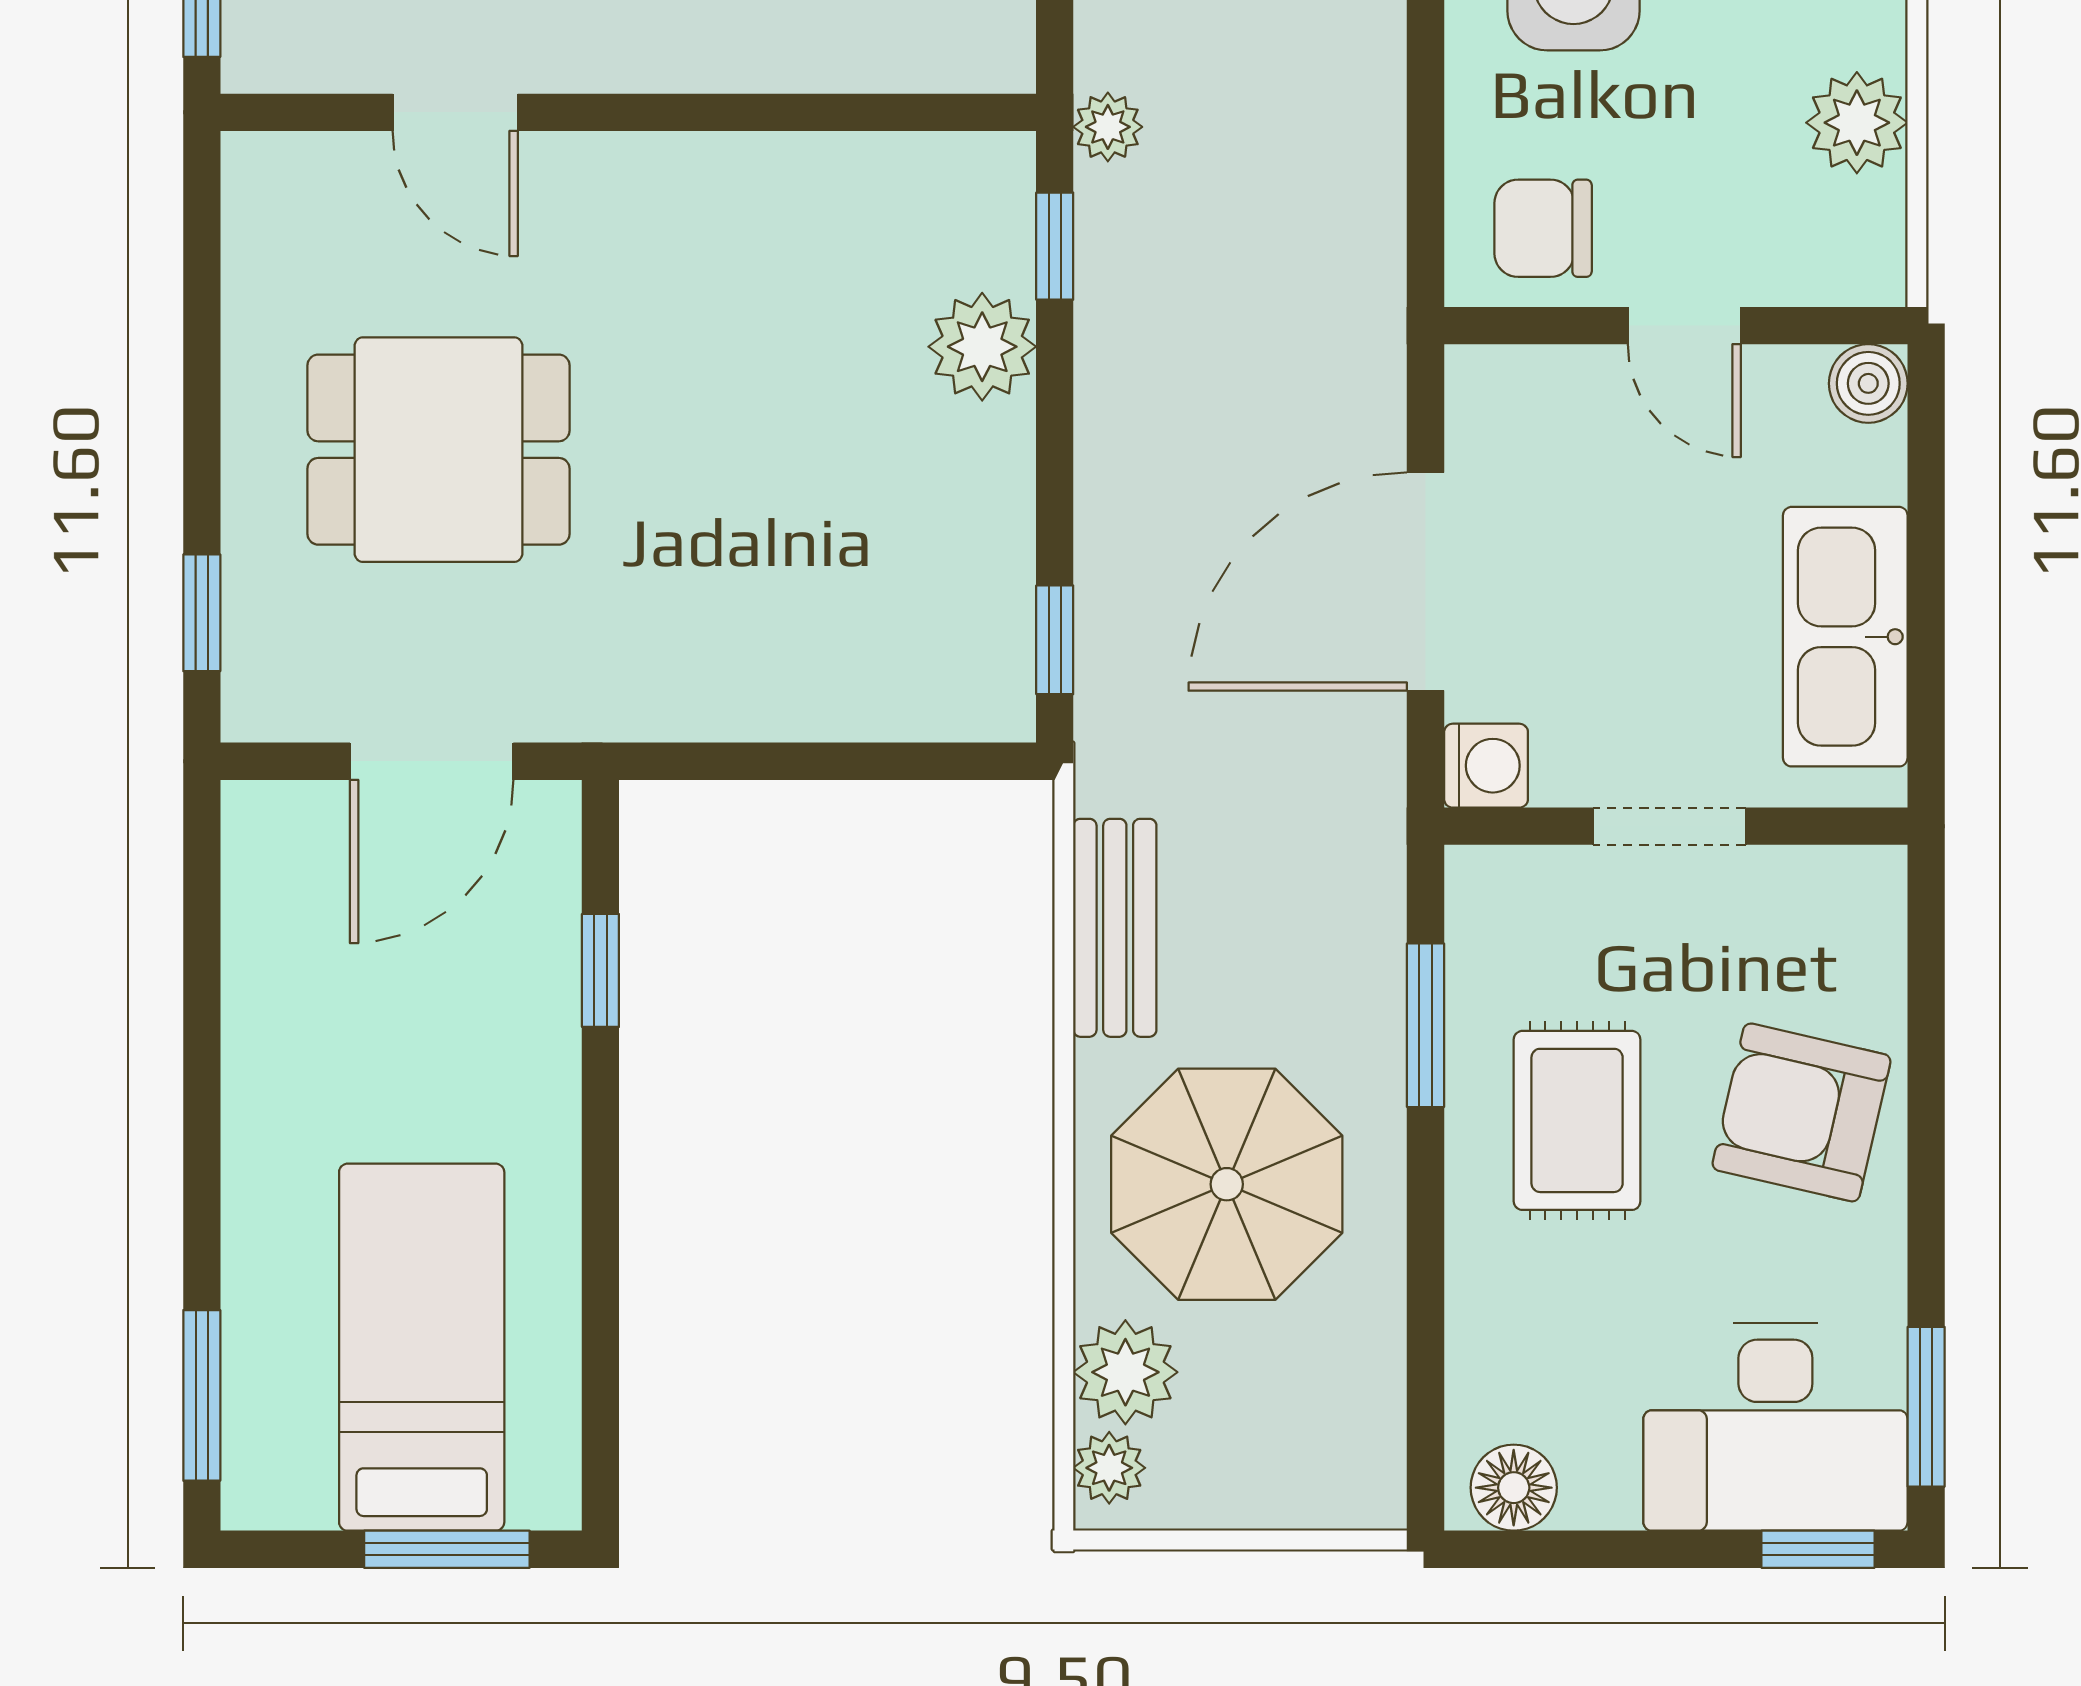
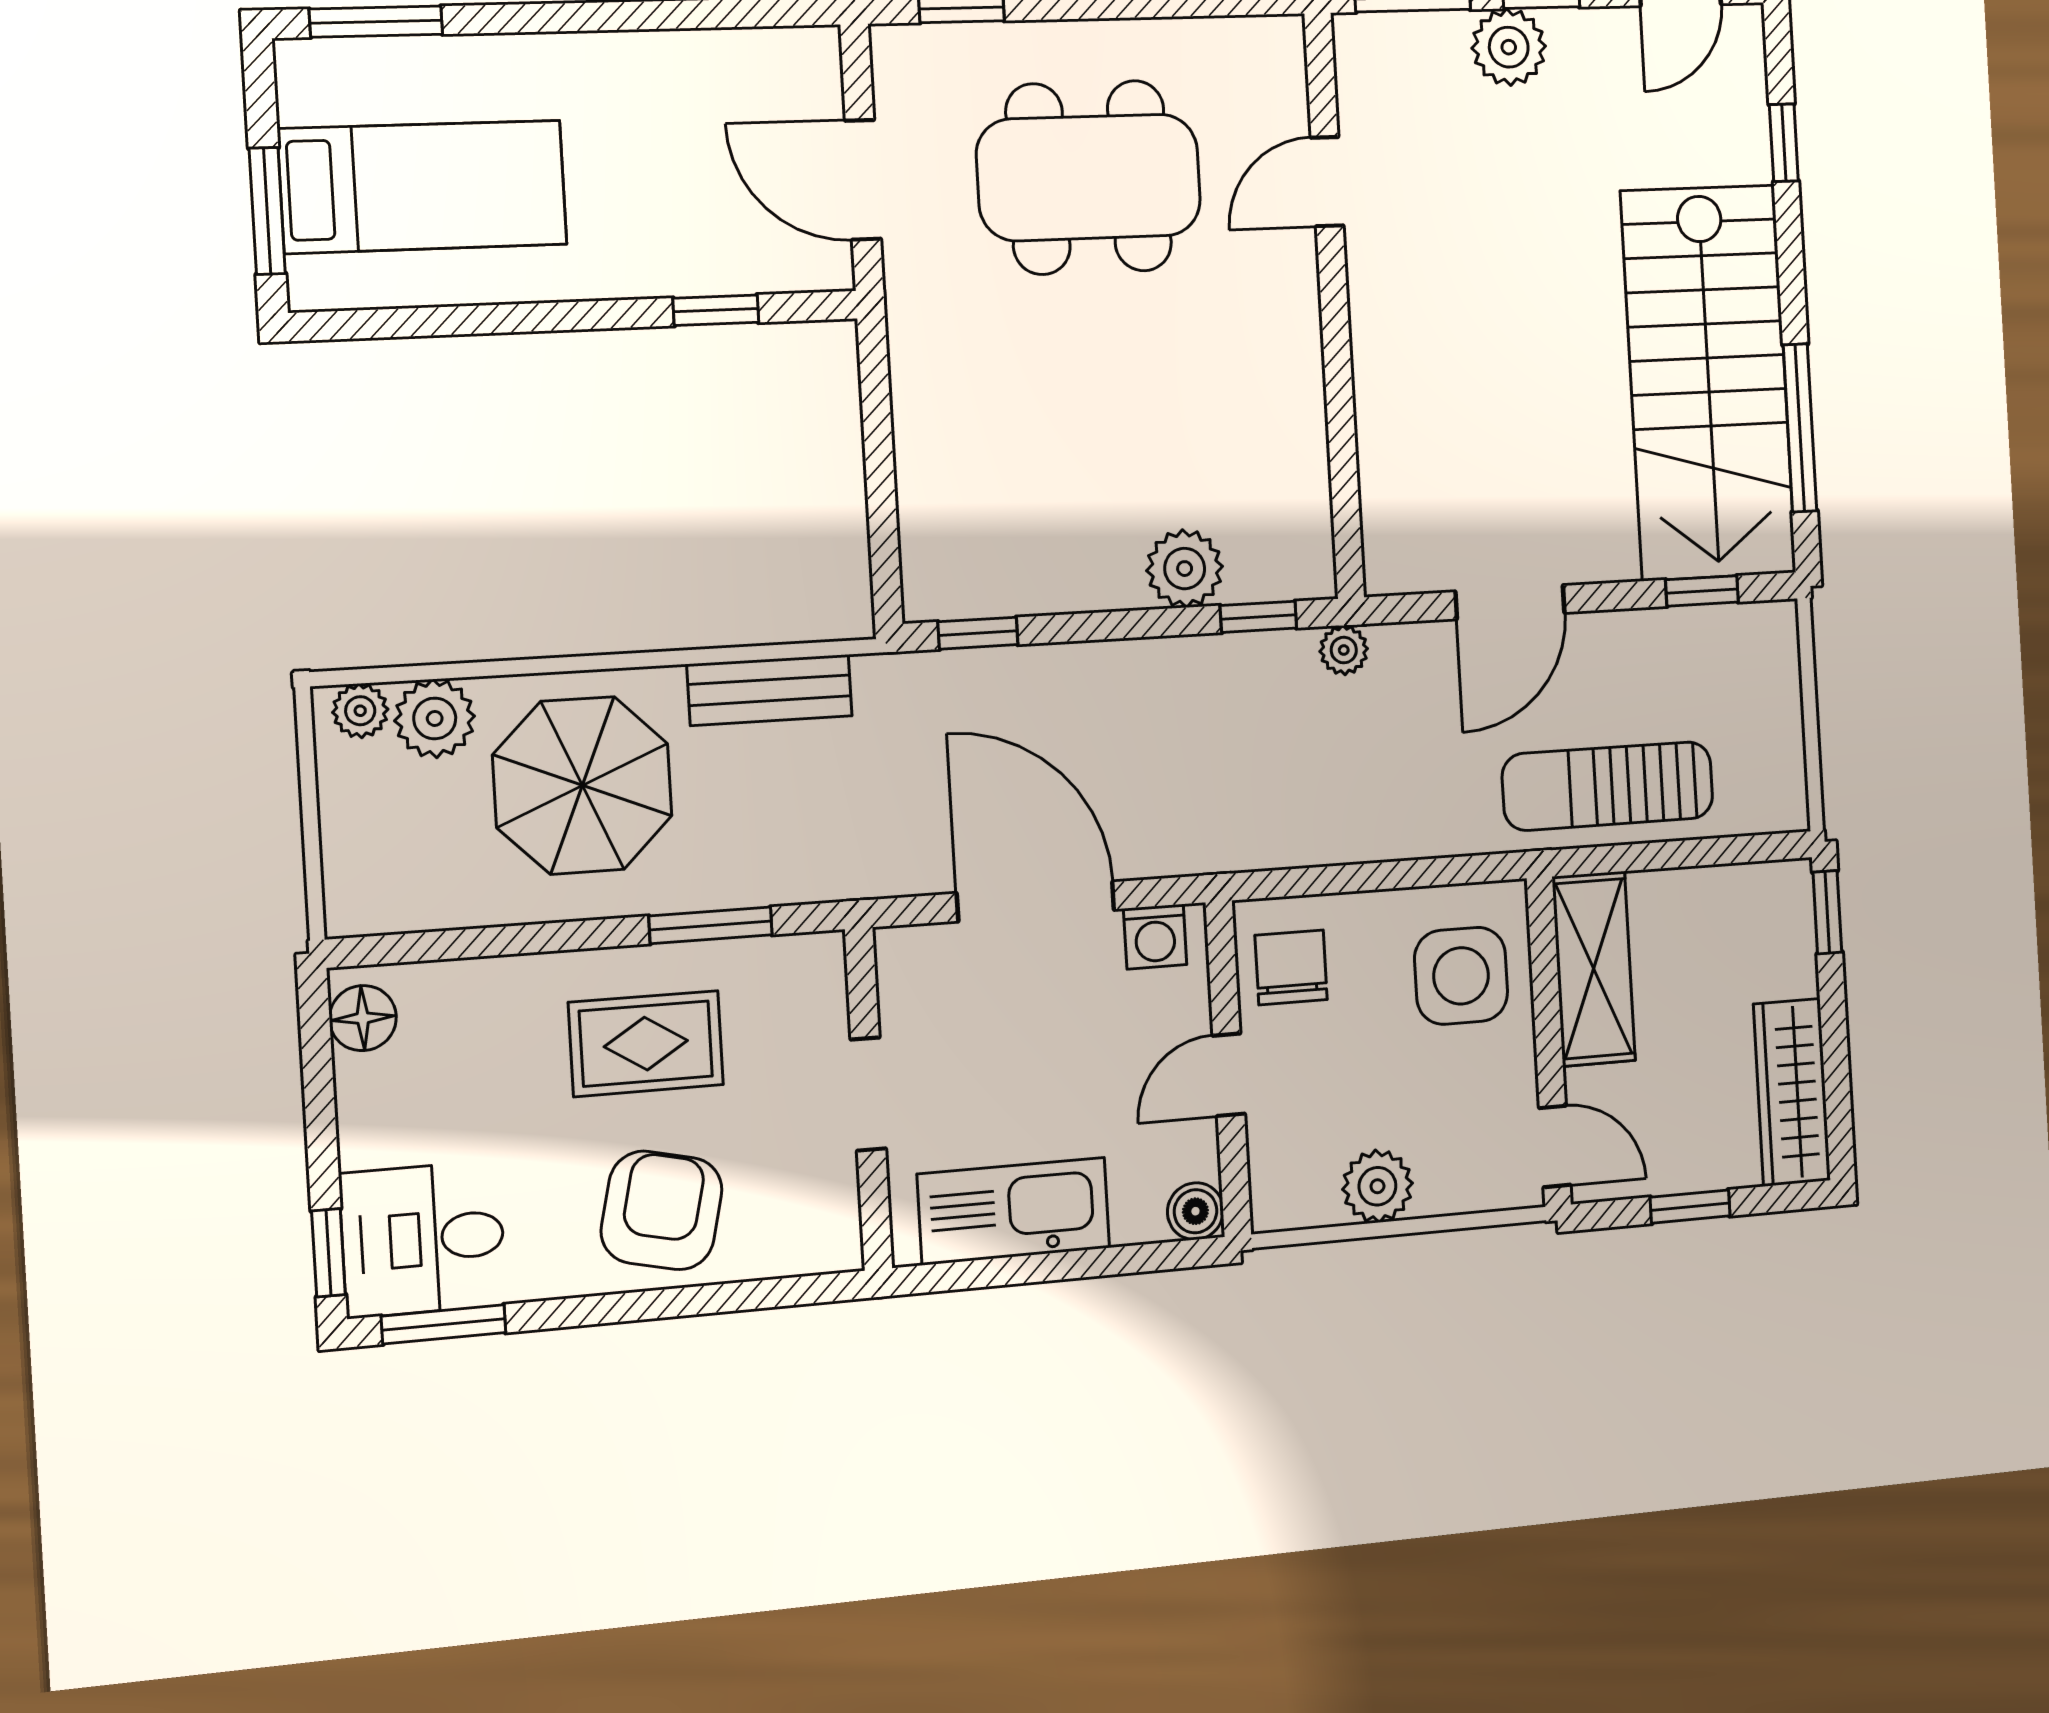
dining table: (438, 450) -> (1089, 177), width x1.38
washing machine: (1486, 766) -> (1155, 937), moved
desk: (1775, 1427) -> (423, 1239), width x0.73

